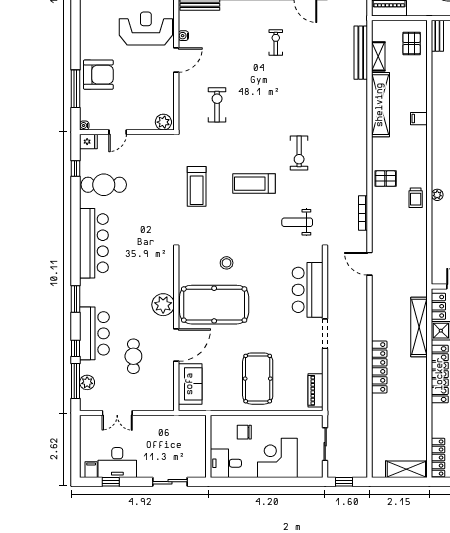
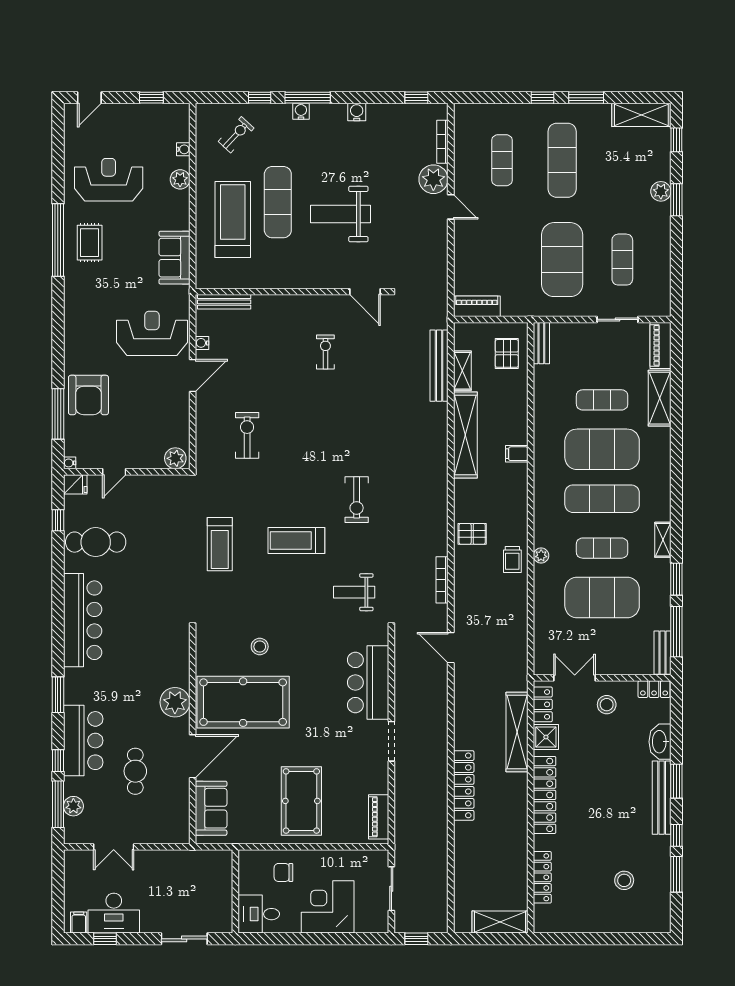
armchair: (98, 75) -> (88, 395), turned 90
locker: (438, 458) -> (542, 877), moved

